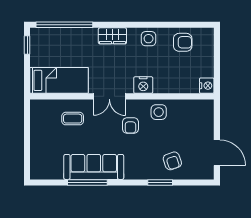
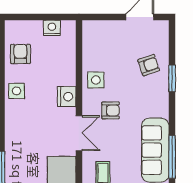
wardrobe: (112, 36) -> (14, 130), removed
nightstand: (207, 86) -> (52, 28), moved

